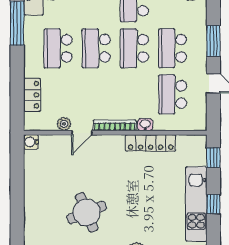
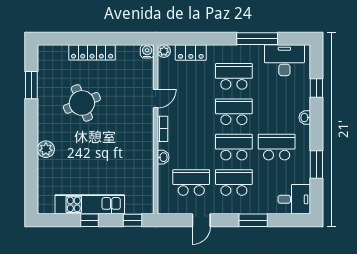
window: (213, 41) -> (253, 220), moved
plant: (64, 124) -> (164, 51), moved
bookcase: (115, 125) -> (163, 129), width x0.64
door: (82, 133) -> (156, 98), swing flipped
locker: (151, 143) -> (92, 52), moved, turned -90

